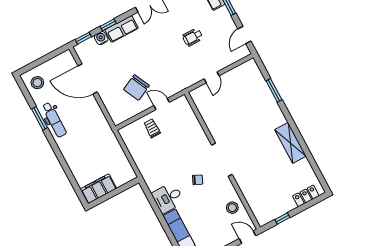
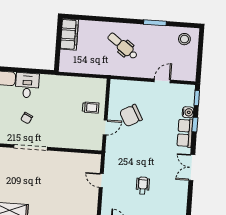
door: (88, 79) -> (162, 81), width x0.53
chair: (136, 87) -> (131, 116), turned -93
dental chair: (54, 120) -> (123, 46), moved, turned 36

